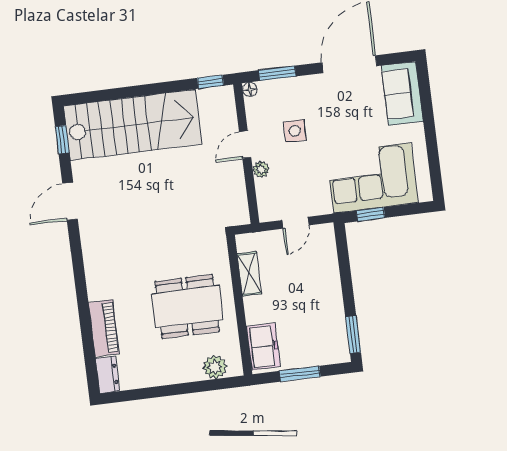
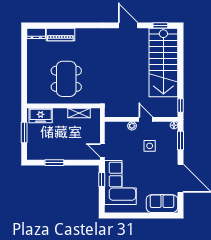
door: (296, 223) -> (102, 150), moved
window: (353, 335) -> (54, 163), moved
plant: (215, 367) -> (33, 89), removed

